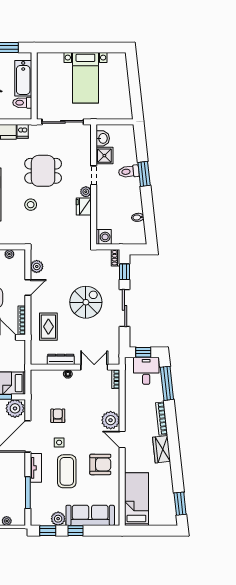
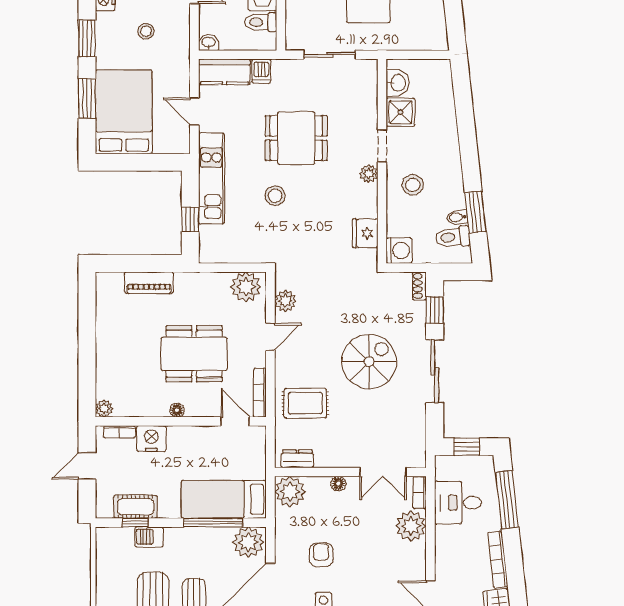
sliding door: (63, 122) -> (330, 55), width x0.73
toilet: (129, 172) -> (453, 237), moved
window: (144, 174) -> (475, 212), moved
stool: (112, 198) -> (413, 185), added
fridge: (84, 206) -> (365, 233), moved
plant: (9, 254) -> (246, 287), width x1.88, depth x1.88
rug: (48, 327) -> (305, 403), turned 90
dresser: (61, 359) -> (297, 459), moved, width x0.70
double door: (94, 367) -> (383, 472), swing flipped
desk: (146, 371) -> (458, 503), moved, turned -90
plant: (39, 379) -> (290, 492), added
plant: (111, 420) -> (411, 526), moved

